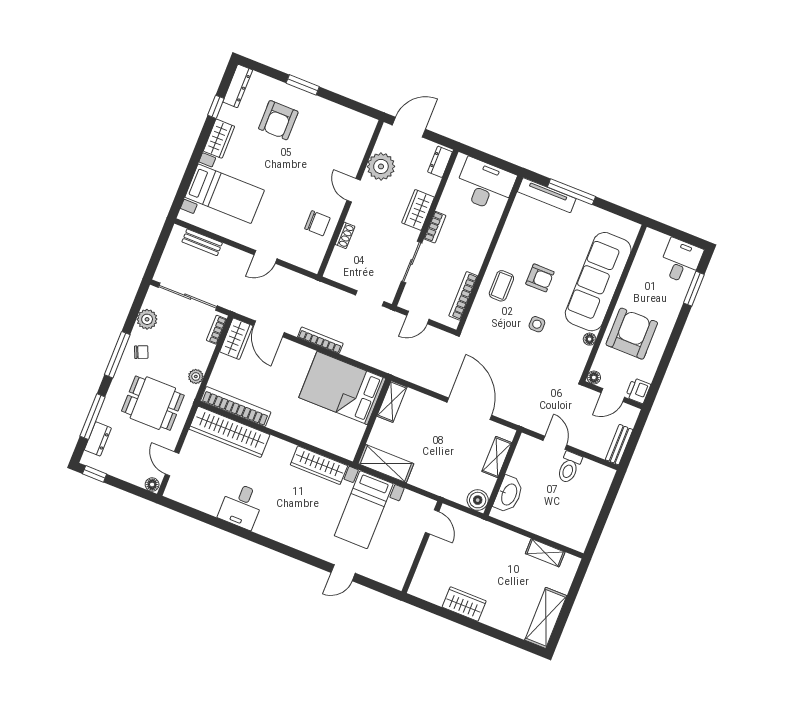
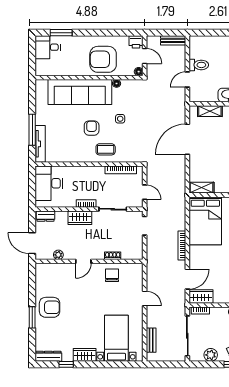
armchair: (278, 120) -> (50, 307), moved
plant: (381, 166) -> (58, 255), width x0.53, depth x0.53

